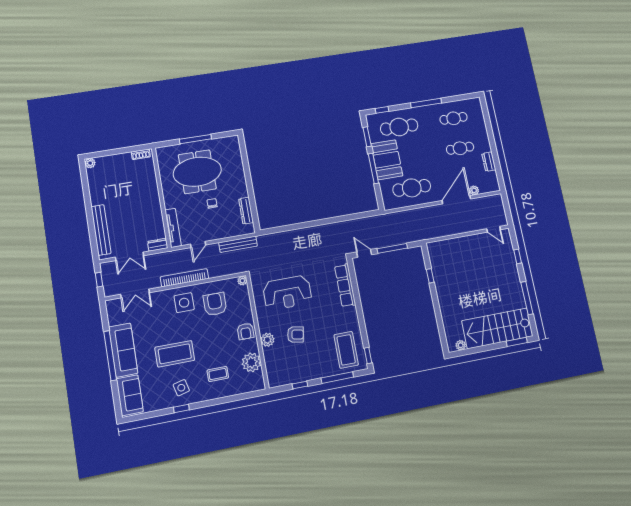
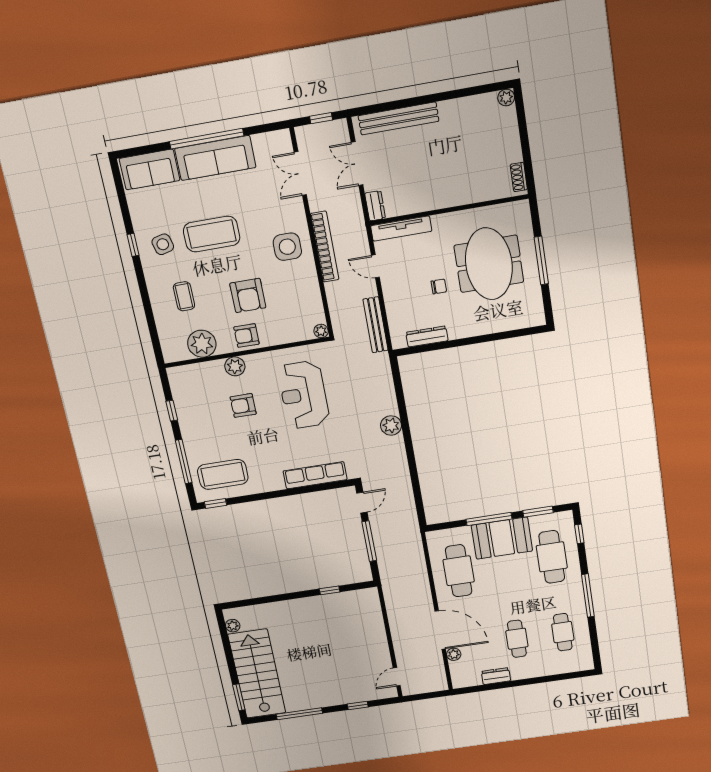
plant: (308, 234) -> (391, 425), added
armchair: (215, 304) -> (248, 295), moved, turned 90
armchair: (295, 335) -> (243, 405), turned 80
coffee table: (175, 354) -> (212, 234), turned 90

